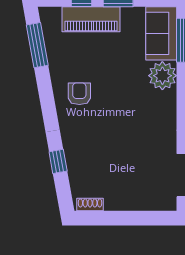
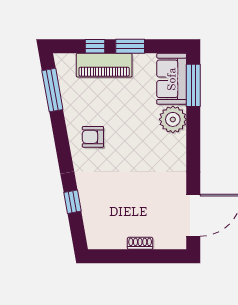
armchair: (79, 94) -> (93, 137), turned -90
shoe rack: (90, 205) -> (140, 243), moved

